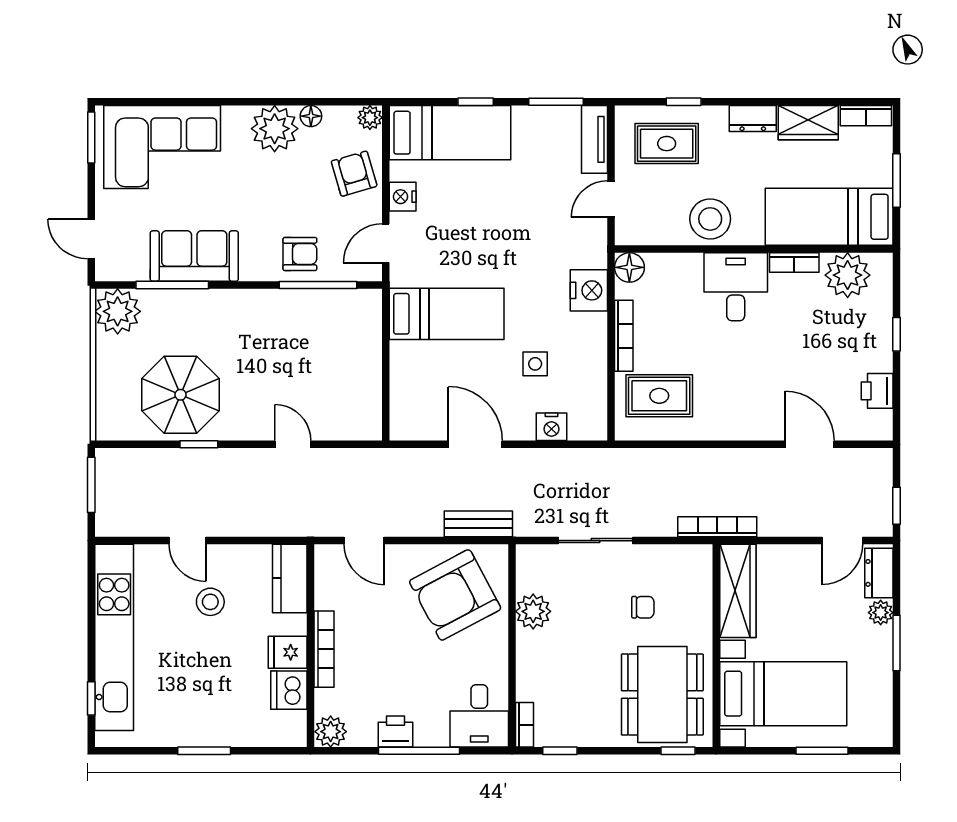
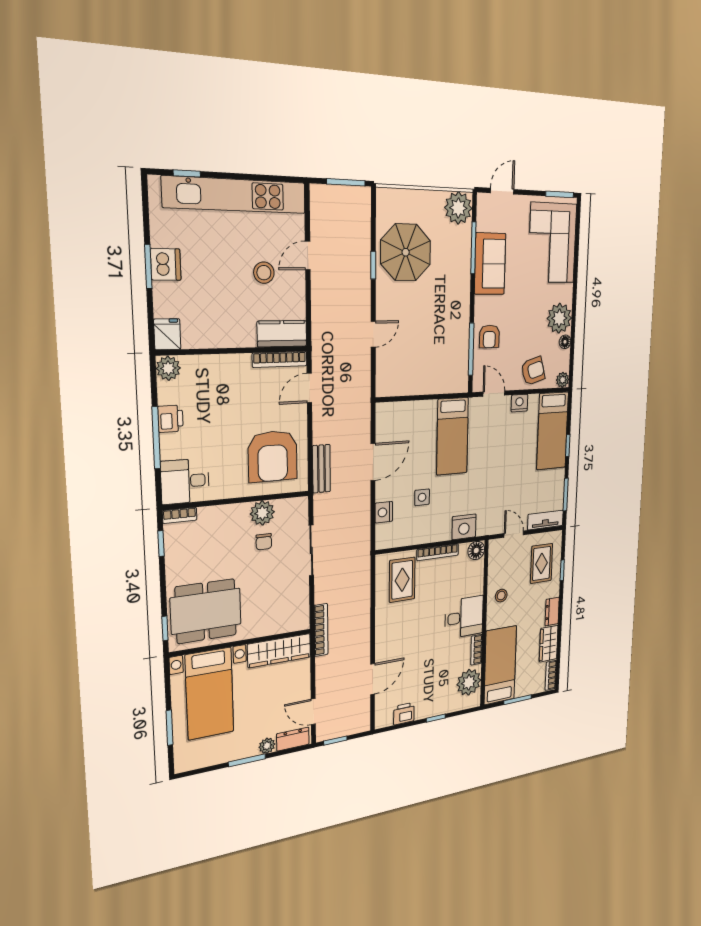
stool: (710, 219) -> (501, 596), width x0.53, depth x0.53
armchair: (455, 595) -> (273, 456), turned -152
chair: (643, 607) -> (264, 542), moved
bookcase: (324, 649) -> (280, 359), moved
fridge: (288, 652) -> (167, 334), moved
dishwasher: (289, 690) -> (166, 264), moved, turned 90

